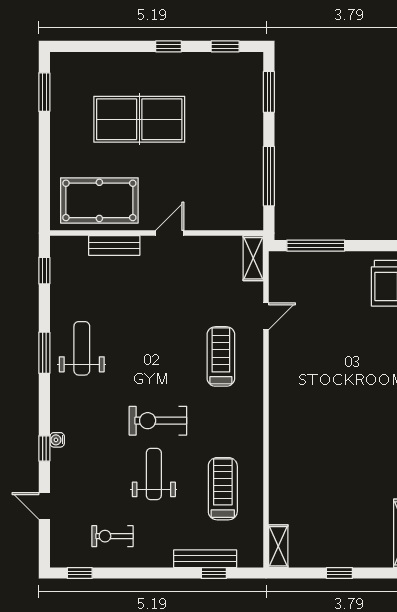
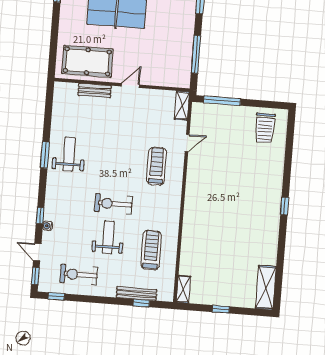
window: (44, 271) -> (35, 276), moved
water cooler: (57, 440) -> (47, 226), moved
exercise bike: (112, 536) -> (79, 275), width x1.38, depth x1.39

